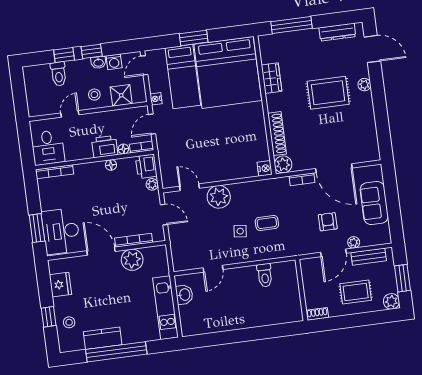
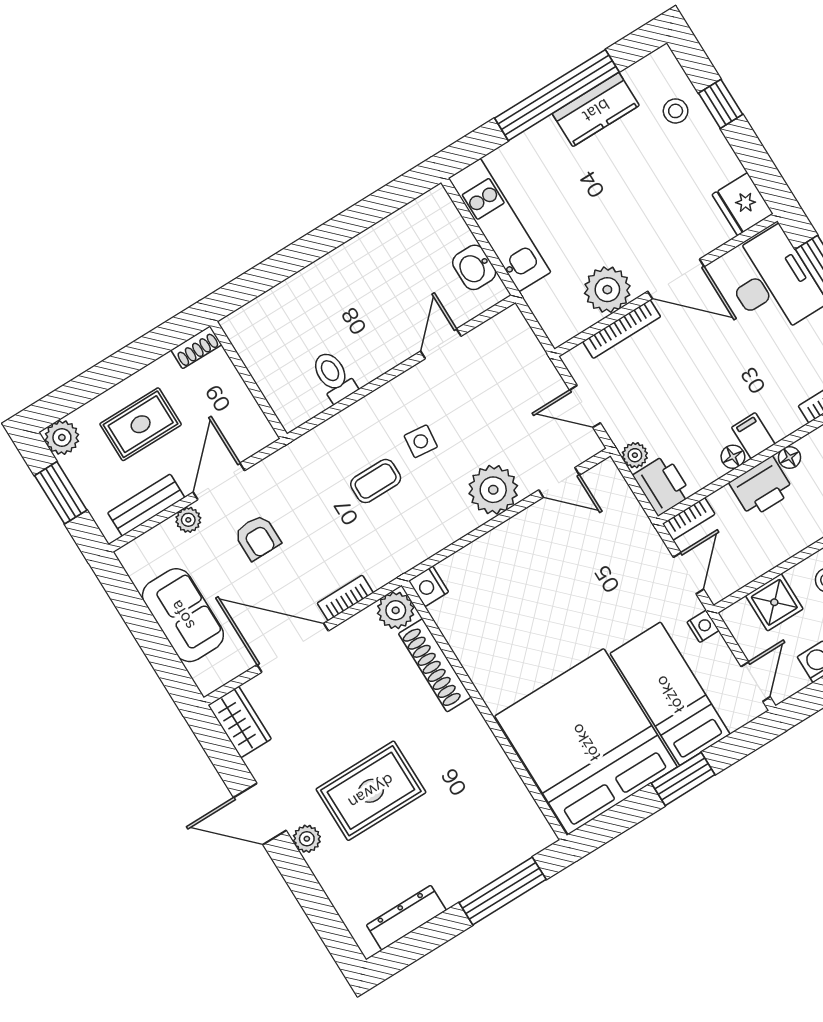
door: (372, 49) -> (260, 814), moved
wardrobe: (272, 78) -> (240, 722), moved, turned 180
floor lamp: (123, 149) -> (789, 457), moved
filing cabinet: (98, 170) -> (753, 436), added
fridge: (60, 285) -> (743, 204), moved

